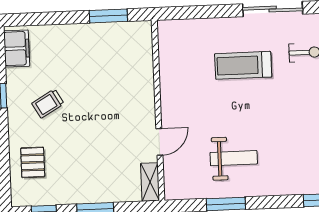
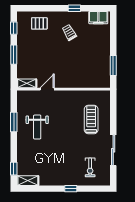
treadmill: (243, 65) -> (91, 120), moved
door: (159, 142) -> (47, 89), swing flipped

